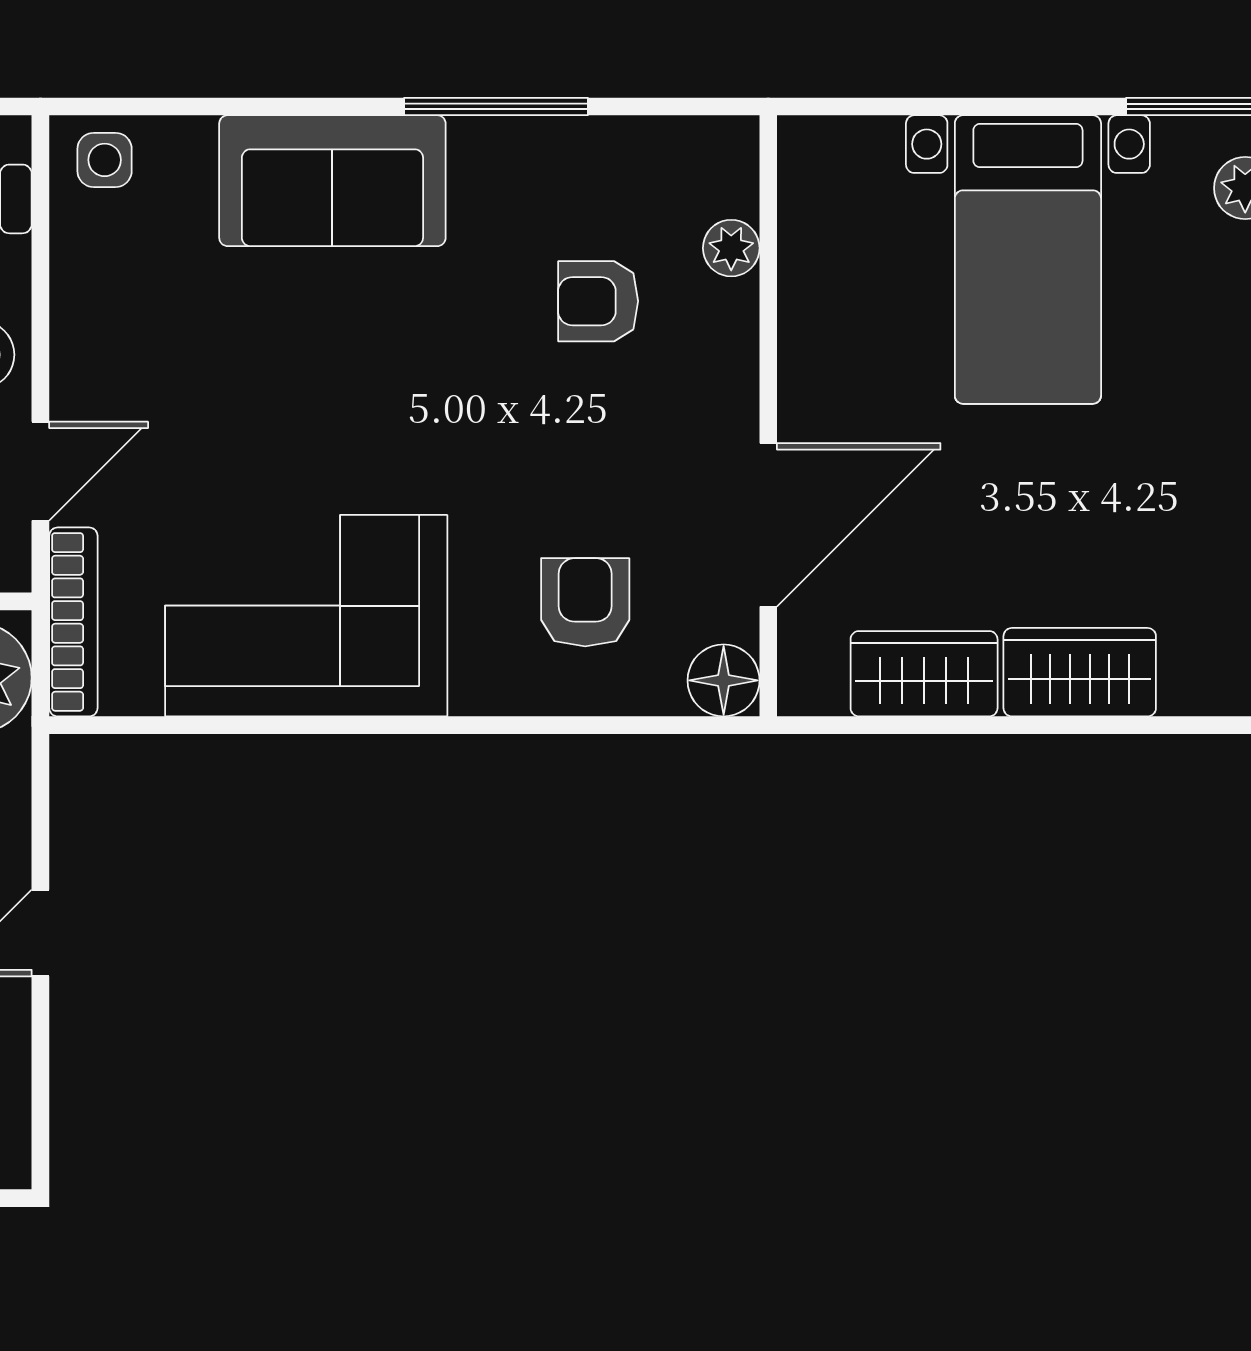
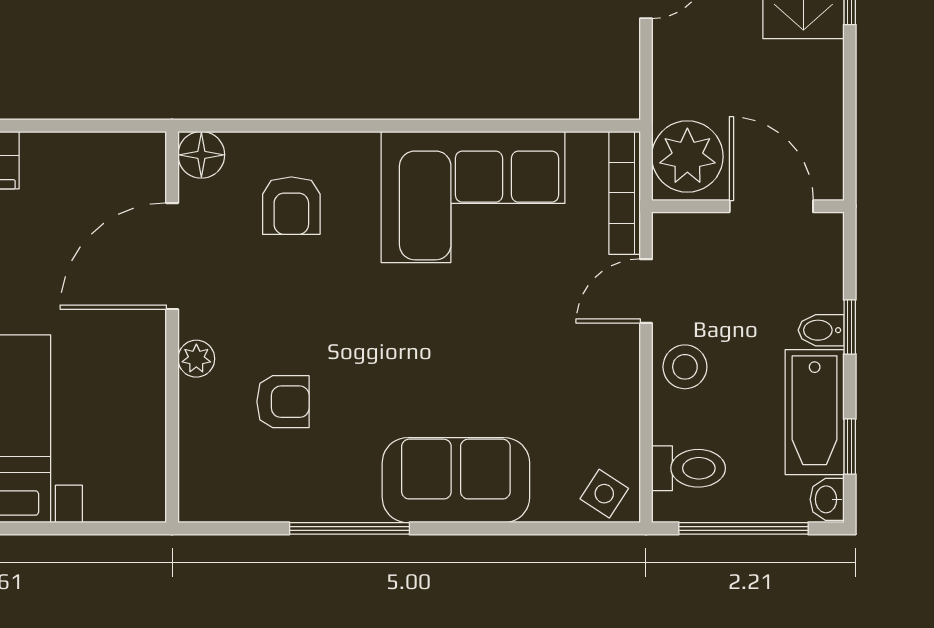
side table: (105, 160) -> (604, 494), turned 33
plant: (731, 248) -> (196, 359), moved
wardrobe: (924, 674) -> (71, 159), removed

